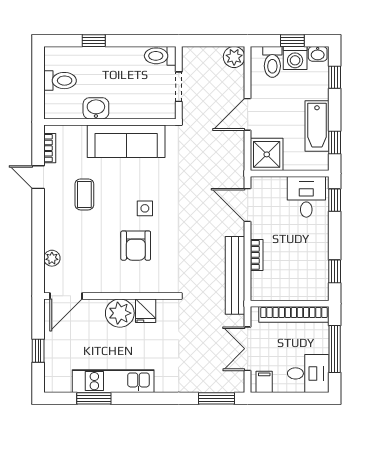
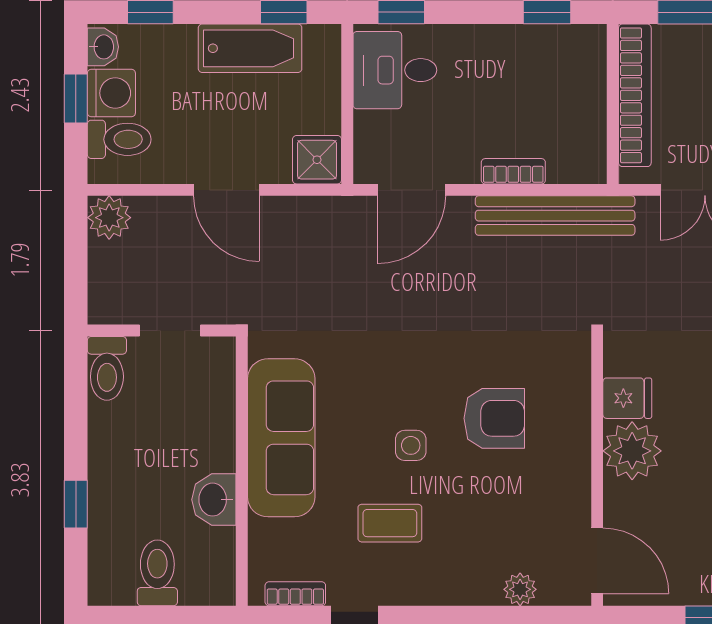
shower: (267, 154) -> (317, 160), width x0.73, depth x0.73
side table: (145, 208) -> (411, 445), moved

